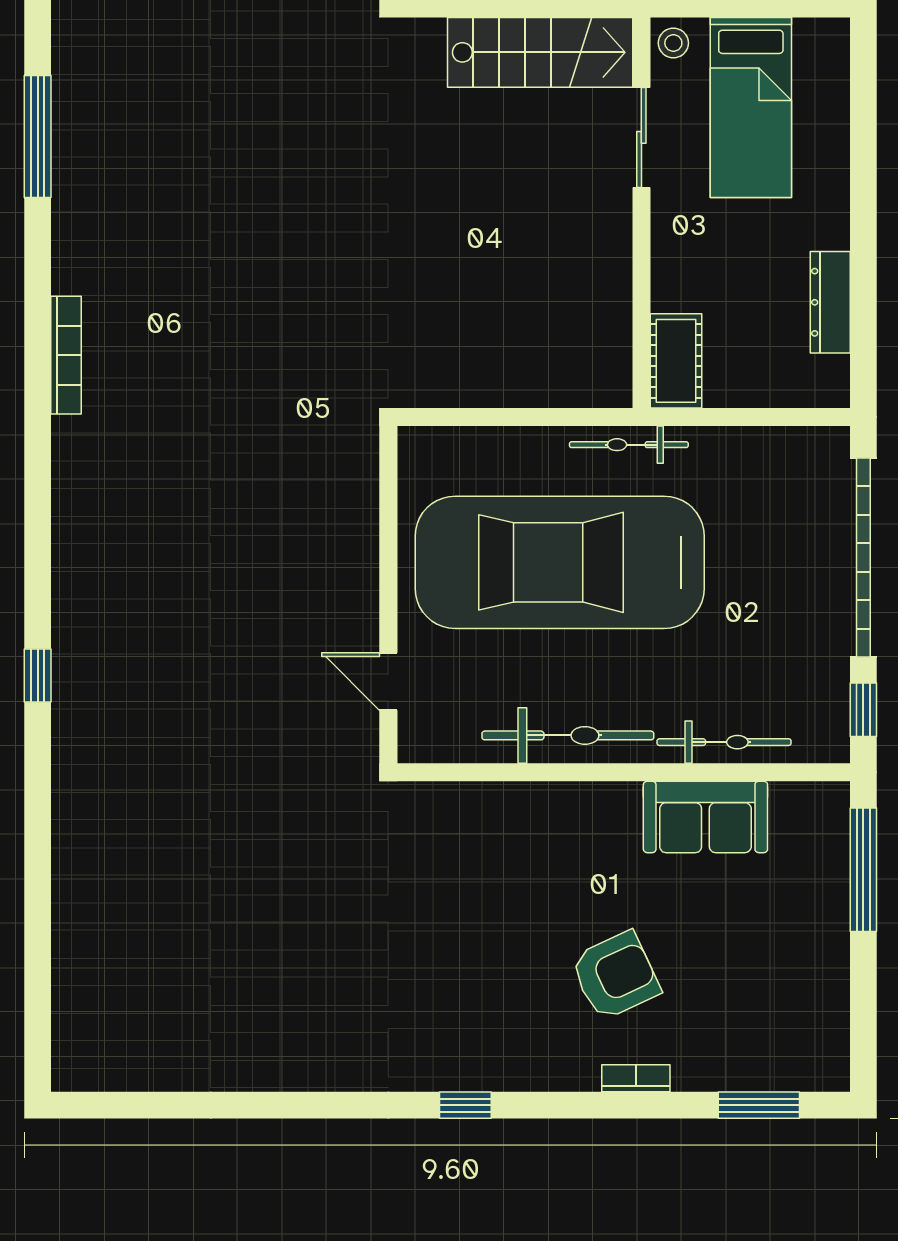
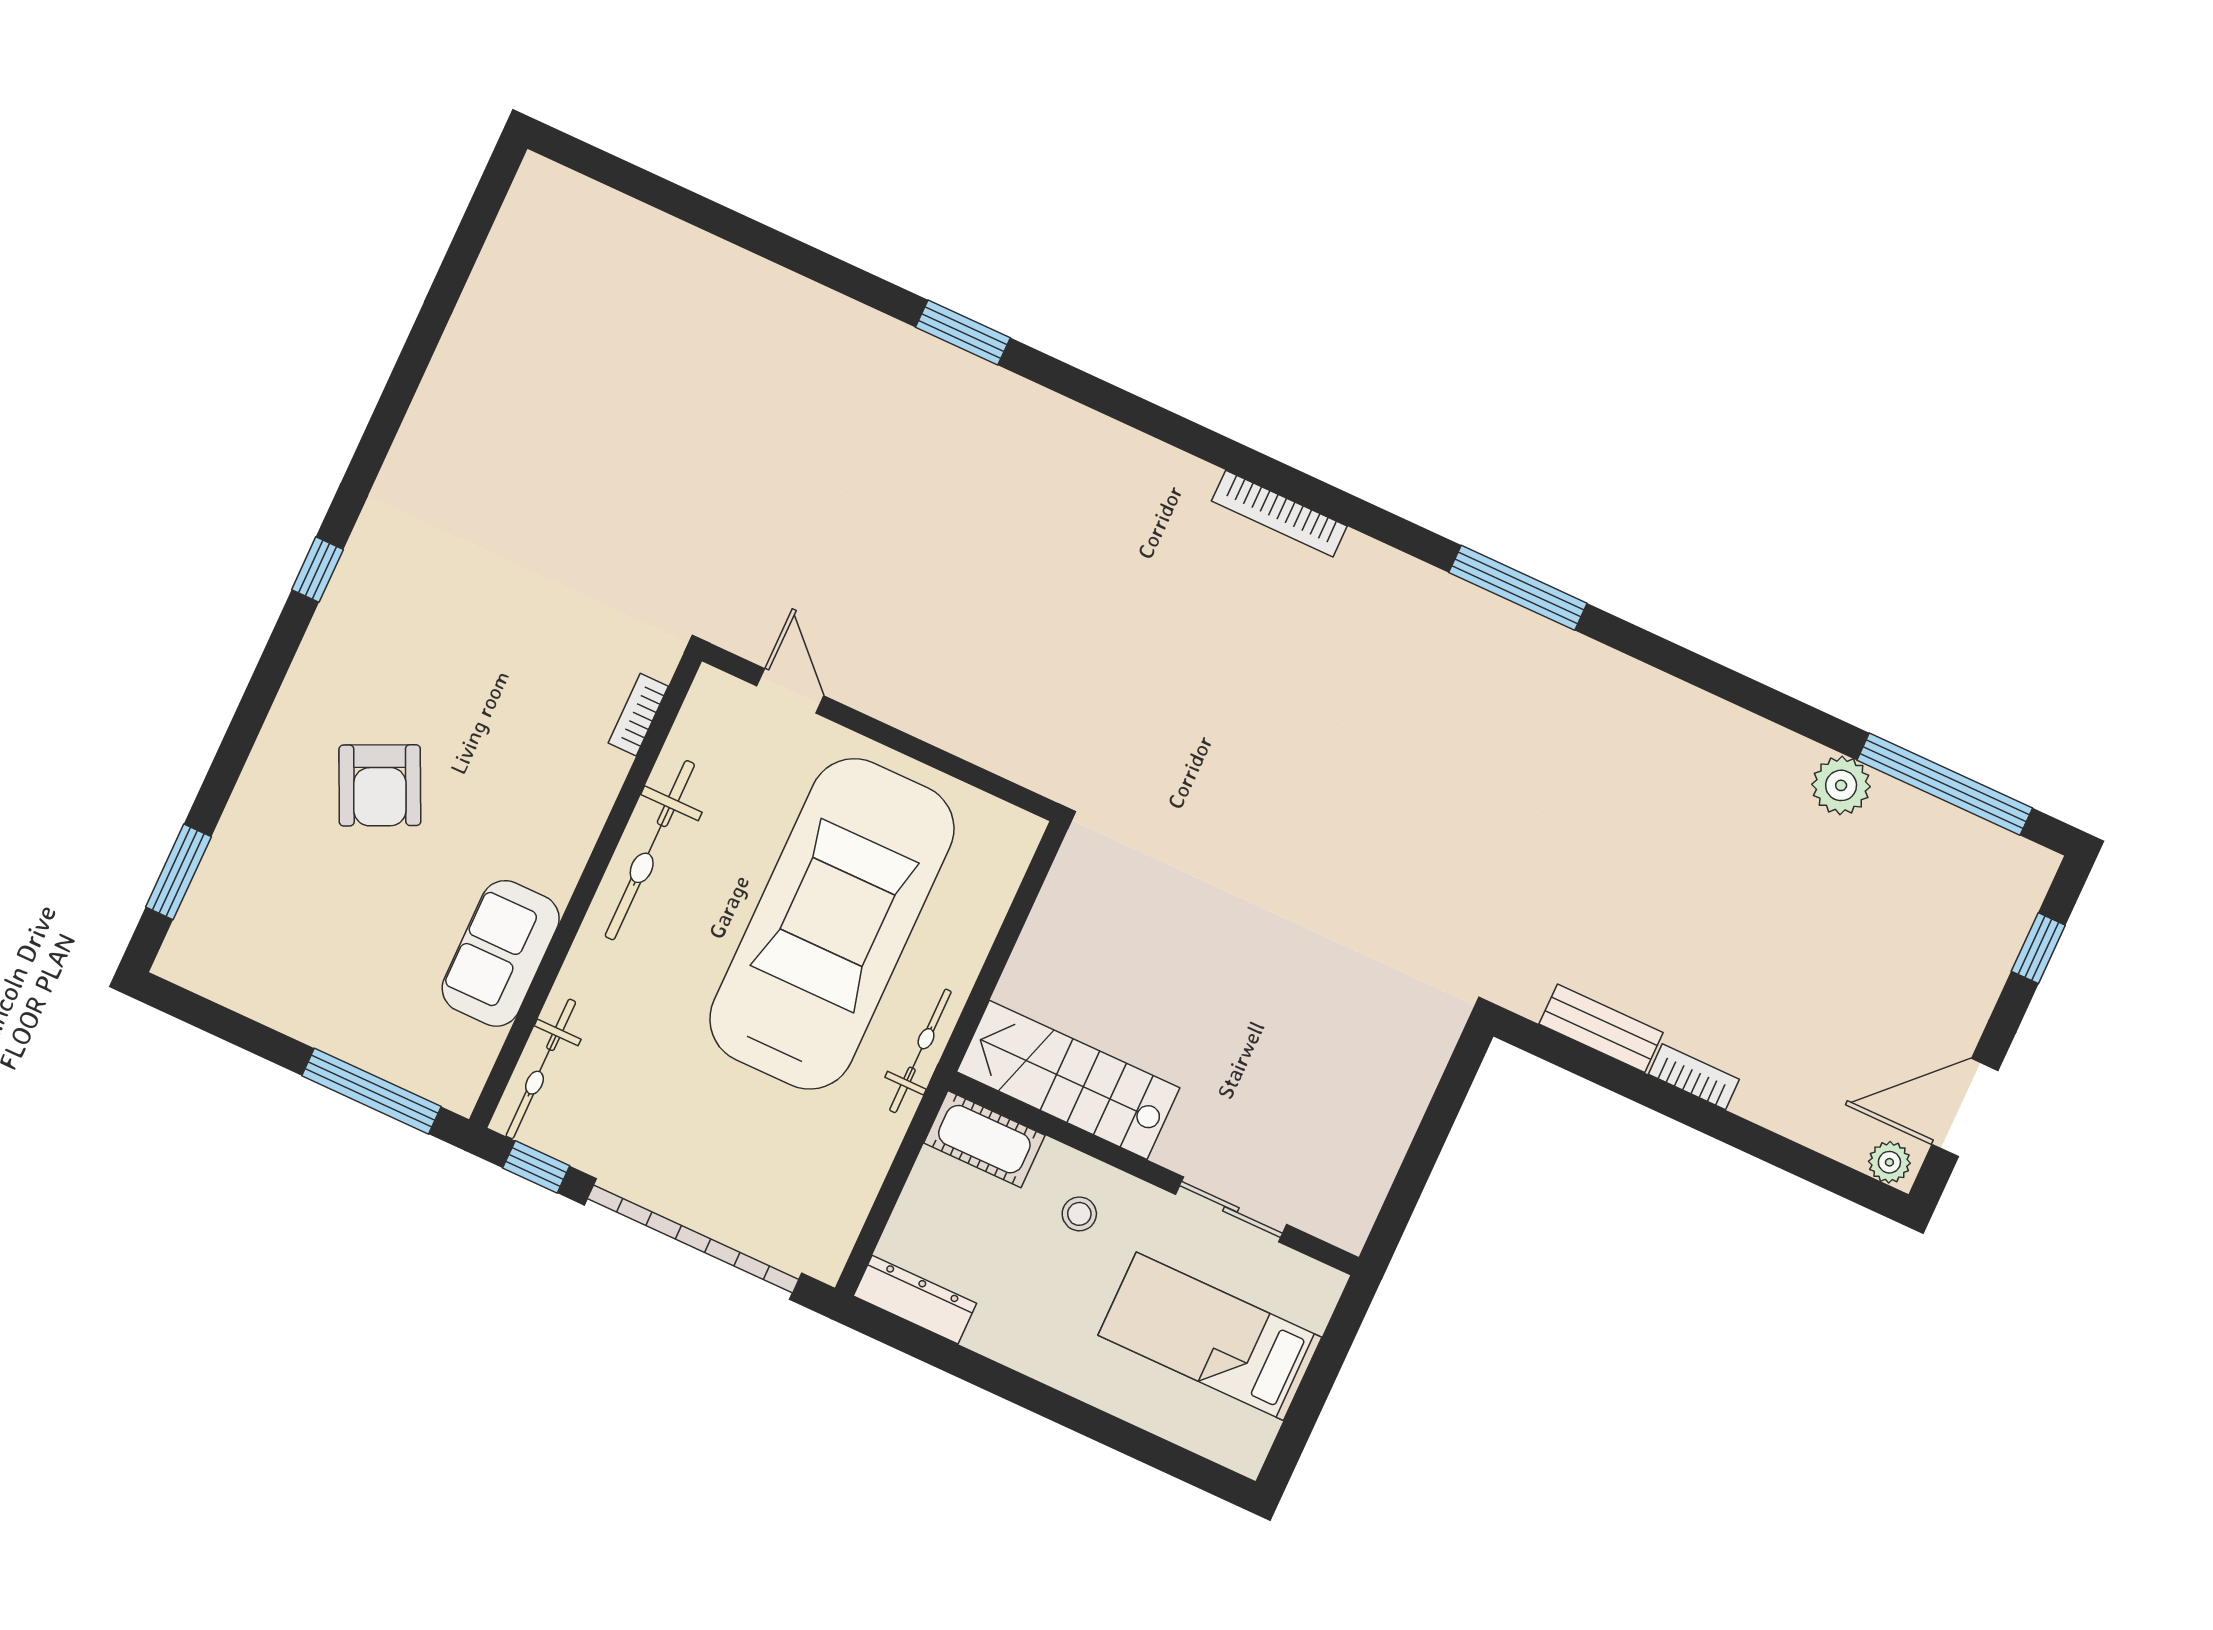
stool: (673, 43) -> (1079, 1214), moved
stairs: (540, 52) -> (1068, 1080), moved, turned 90
dresser: (830, 302) -> (915, 1300), moved
window: (38, 675) -> (963, 333), width x1.50
door: (388, 682) -> (790, 691), hinge flipped
bicycle: (724, 742) -> (541, 1069), moved
bookcase: (636, 1078) -> (638, 715), moved, turned 180

